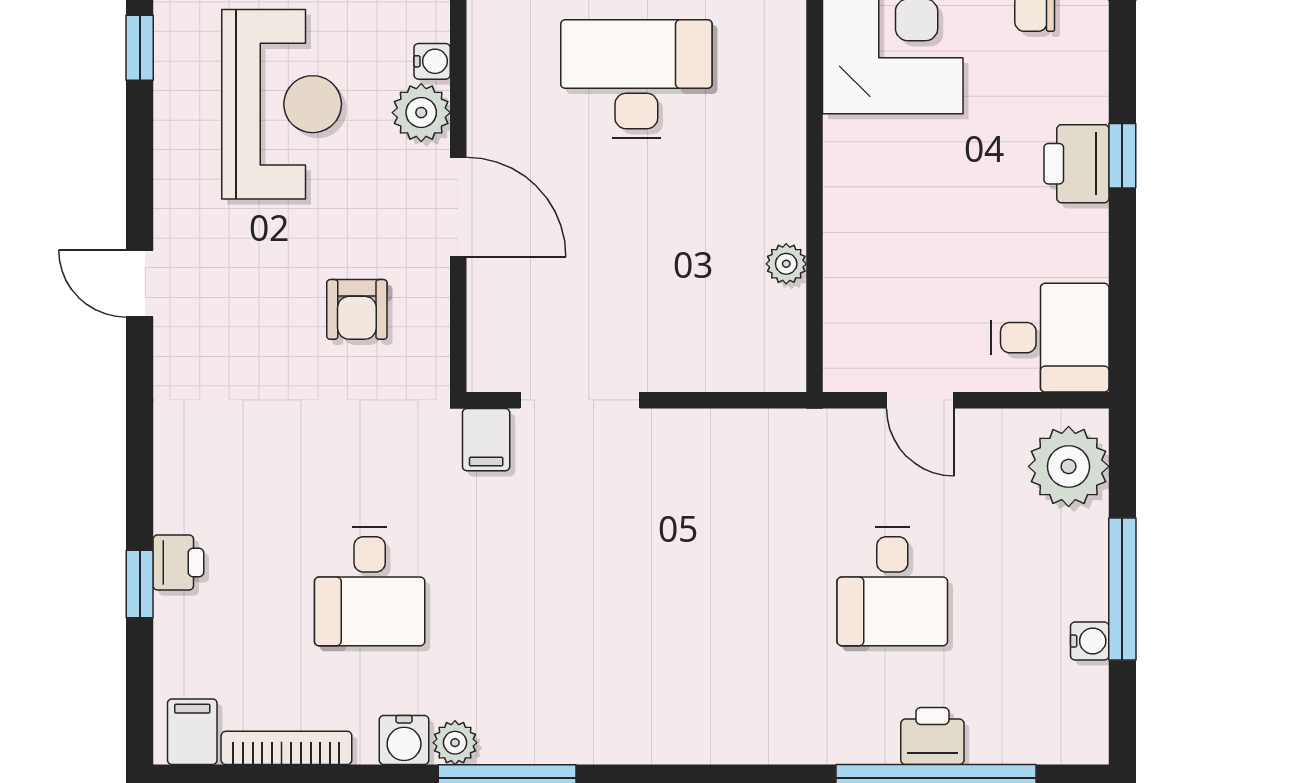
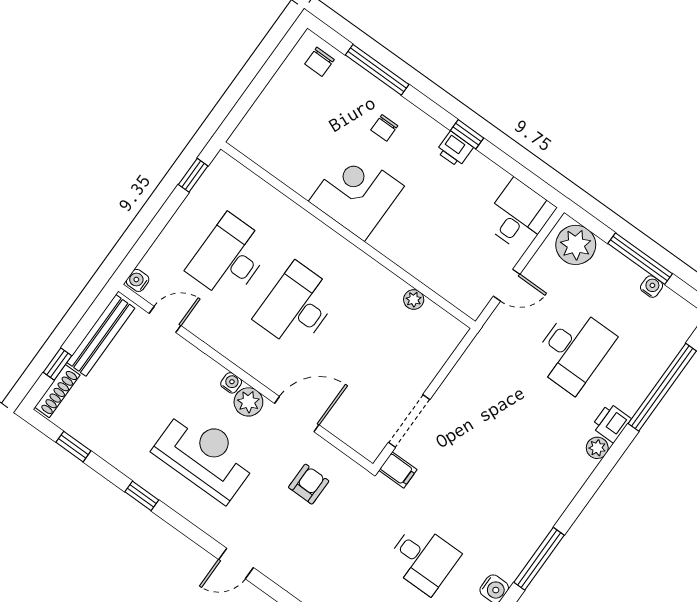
printer: (1076, 164) -> (455, 149), width x0.73, depth x0.81
armchair: (357, 309) -> (309, 484), turned -90
desk: (892, 586) -> (573, 350), width x1.37
printer: (932, 736) -> (611, 423), moved
plant: (455, 743) -> (597, 448), moved

